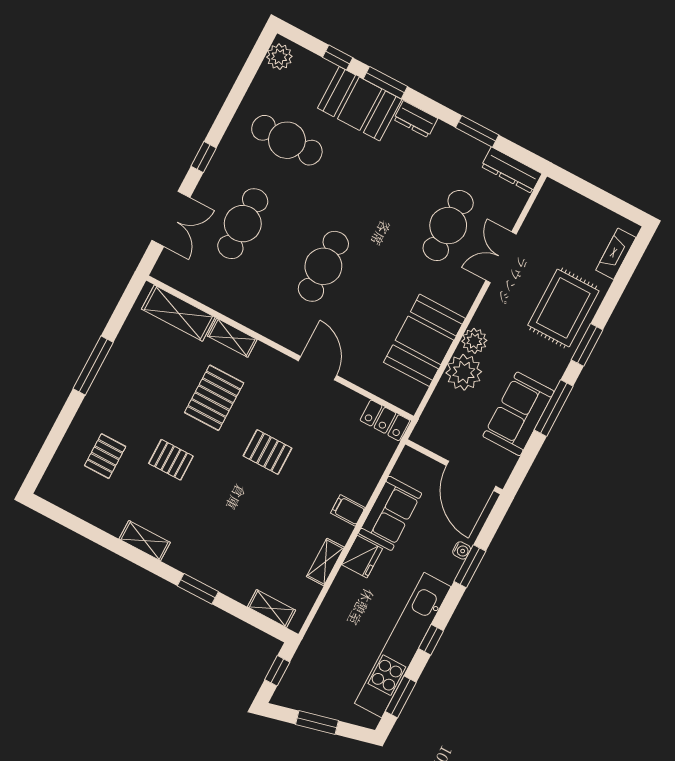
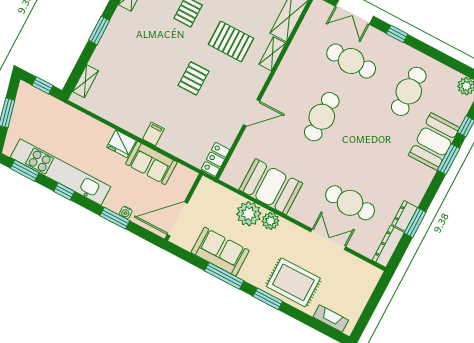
dresser: (416, 119) -> (405, 216), moved
cafe table: (323, 266) -> (322, 117), turned 90
shelving: (325, 562) -> (118, 118), removed

